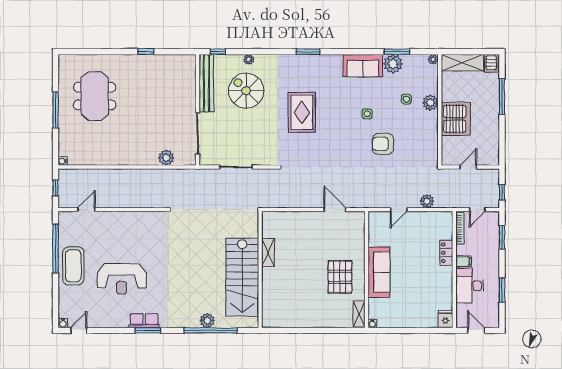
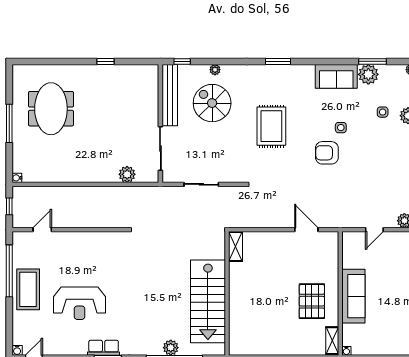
armchair: (383, 144) -> (327, 153), moved
shelving: (268, 252) -> (235, 246), moved

